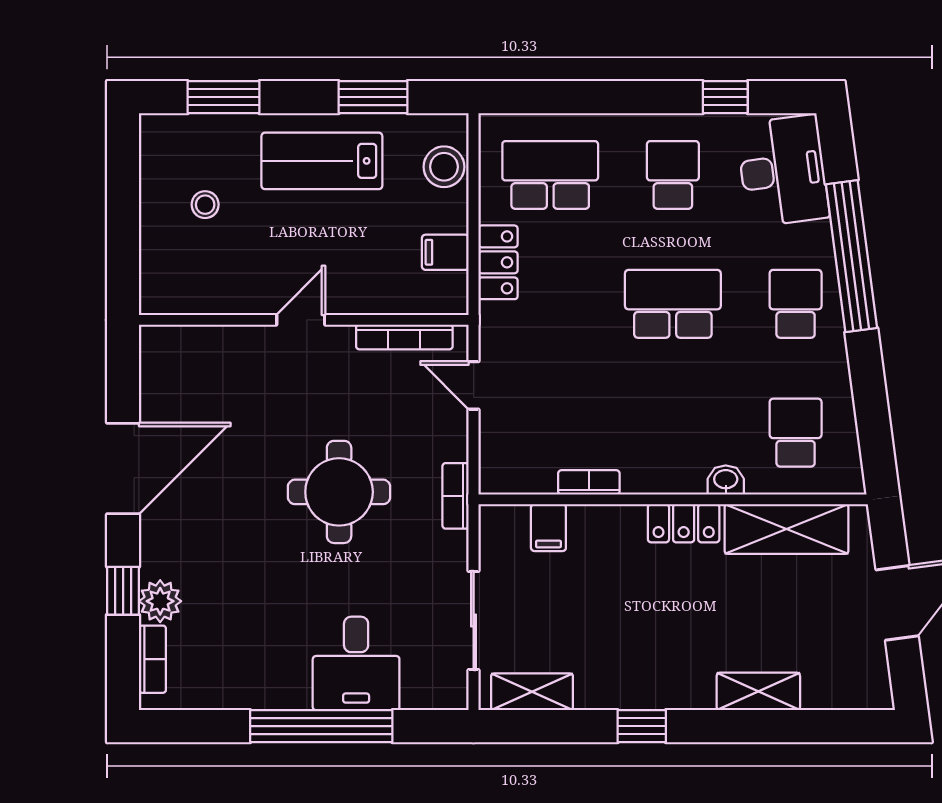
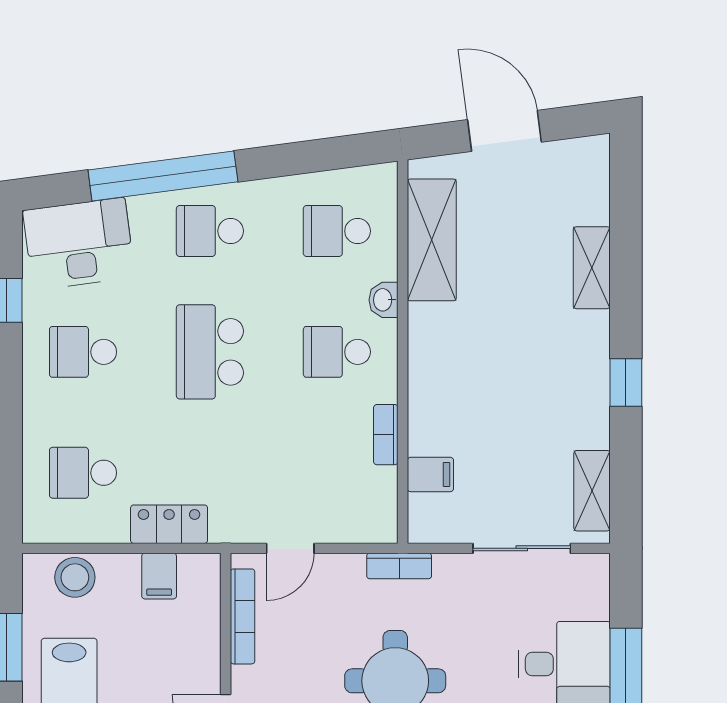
school desk: (550, 175) -> (83, 473), width x0.54
school desk: (673, 433) -> (337, 352), added
locker: (684, 523) -> (426, 341), removed

